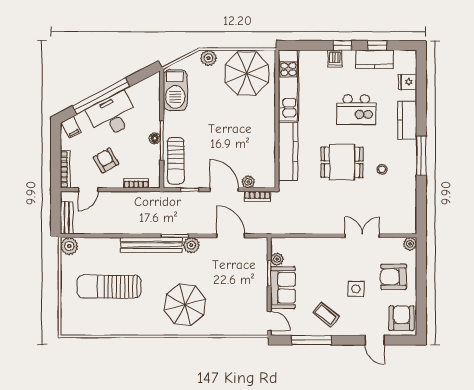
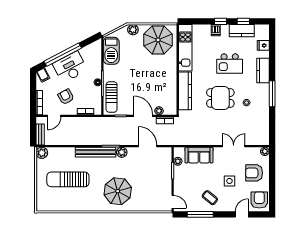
sofa: (283, 288) -> (199, 155), moved, turned 90
door: (375, 340) -> (242, 214), swing flipped

